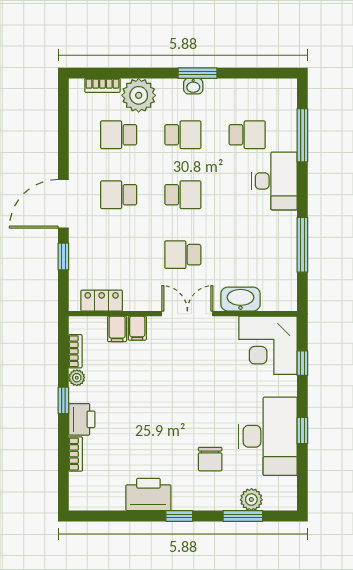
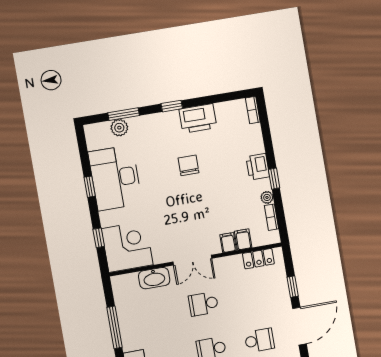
school desk: (183, 255) -> (203, 304), turned 180
bookcase: (76, 454) -> (253, 110), moved
chair: (210, 459) -> (189, 165), moved

